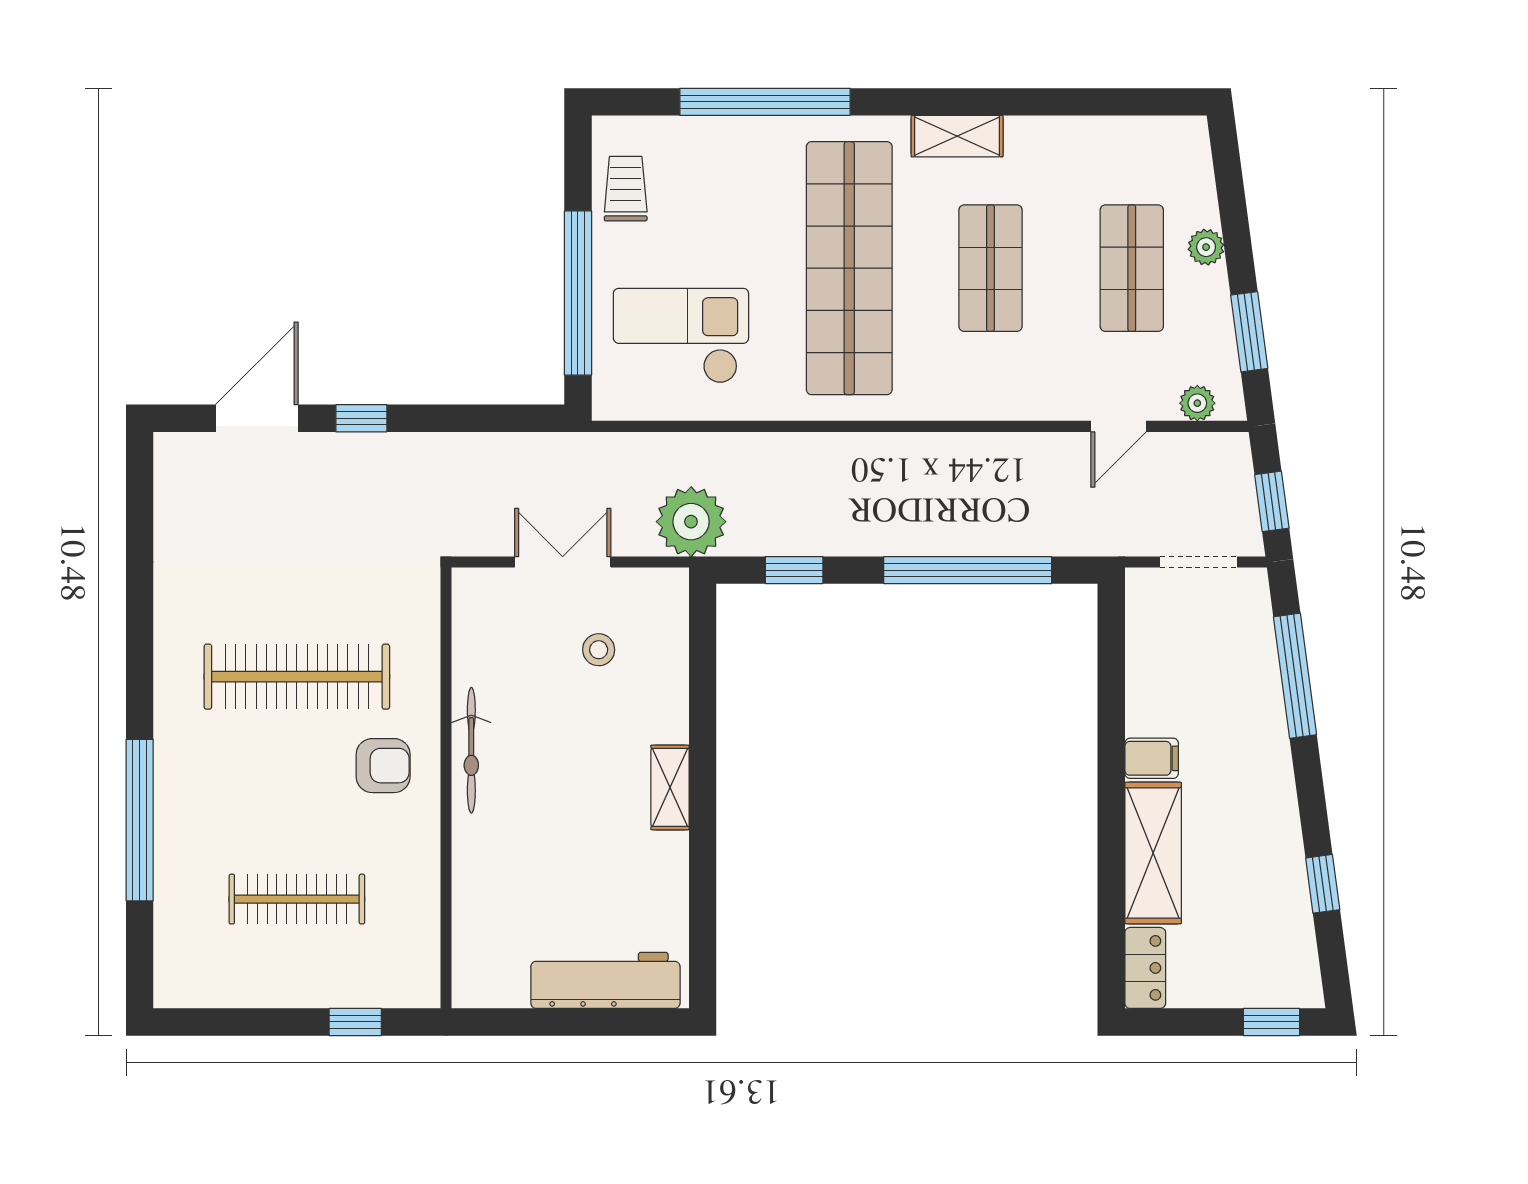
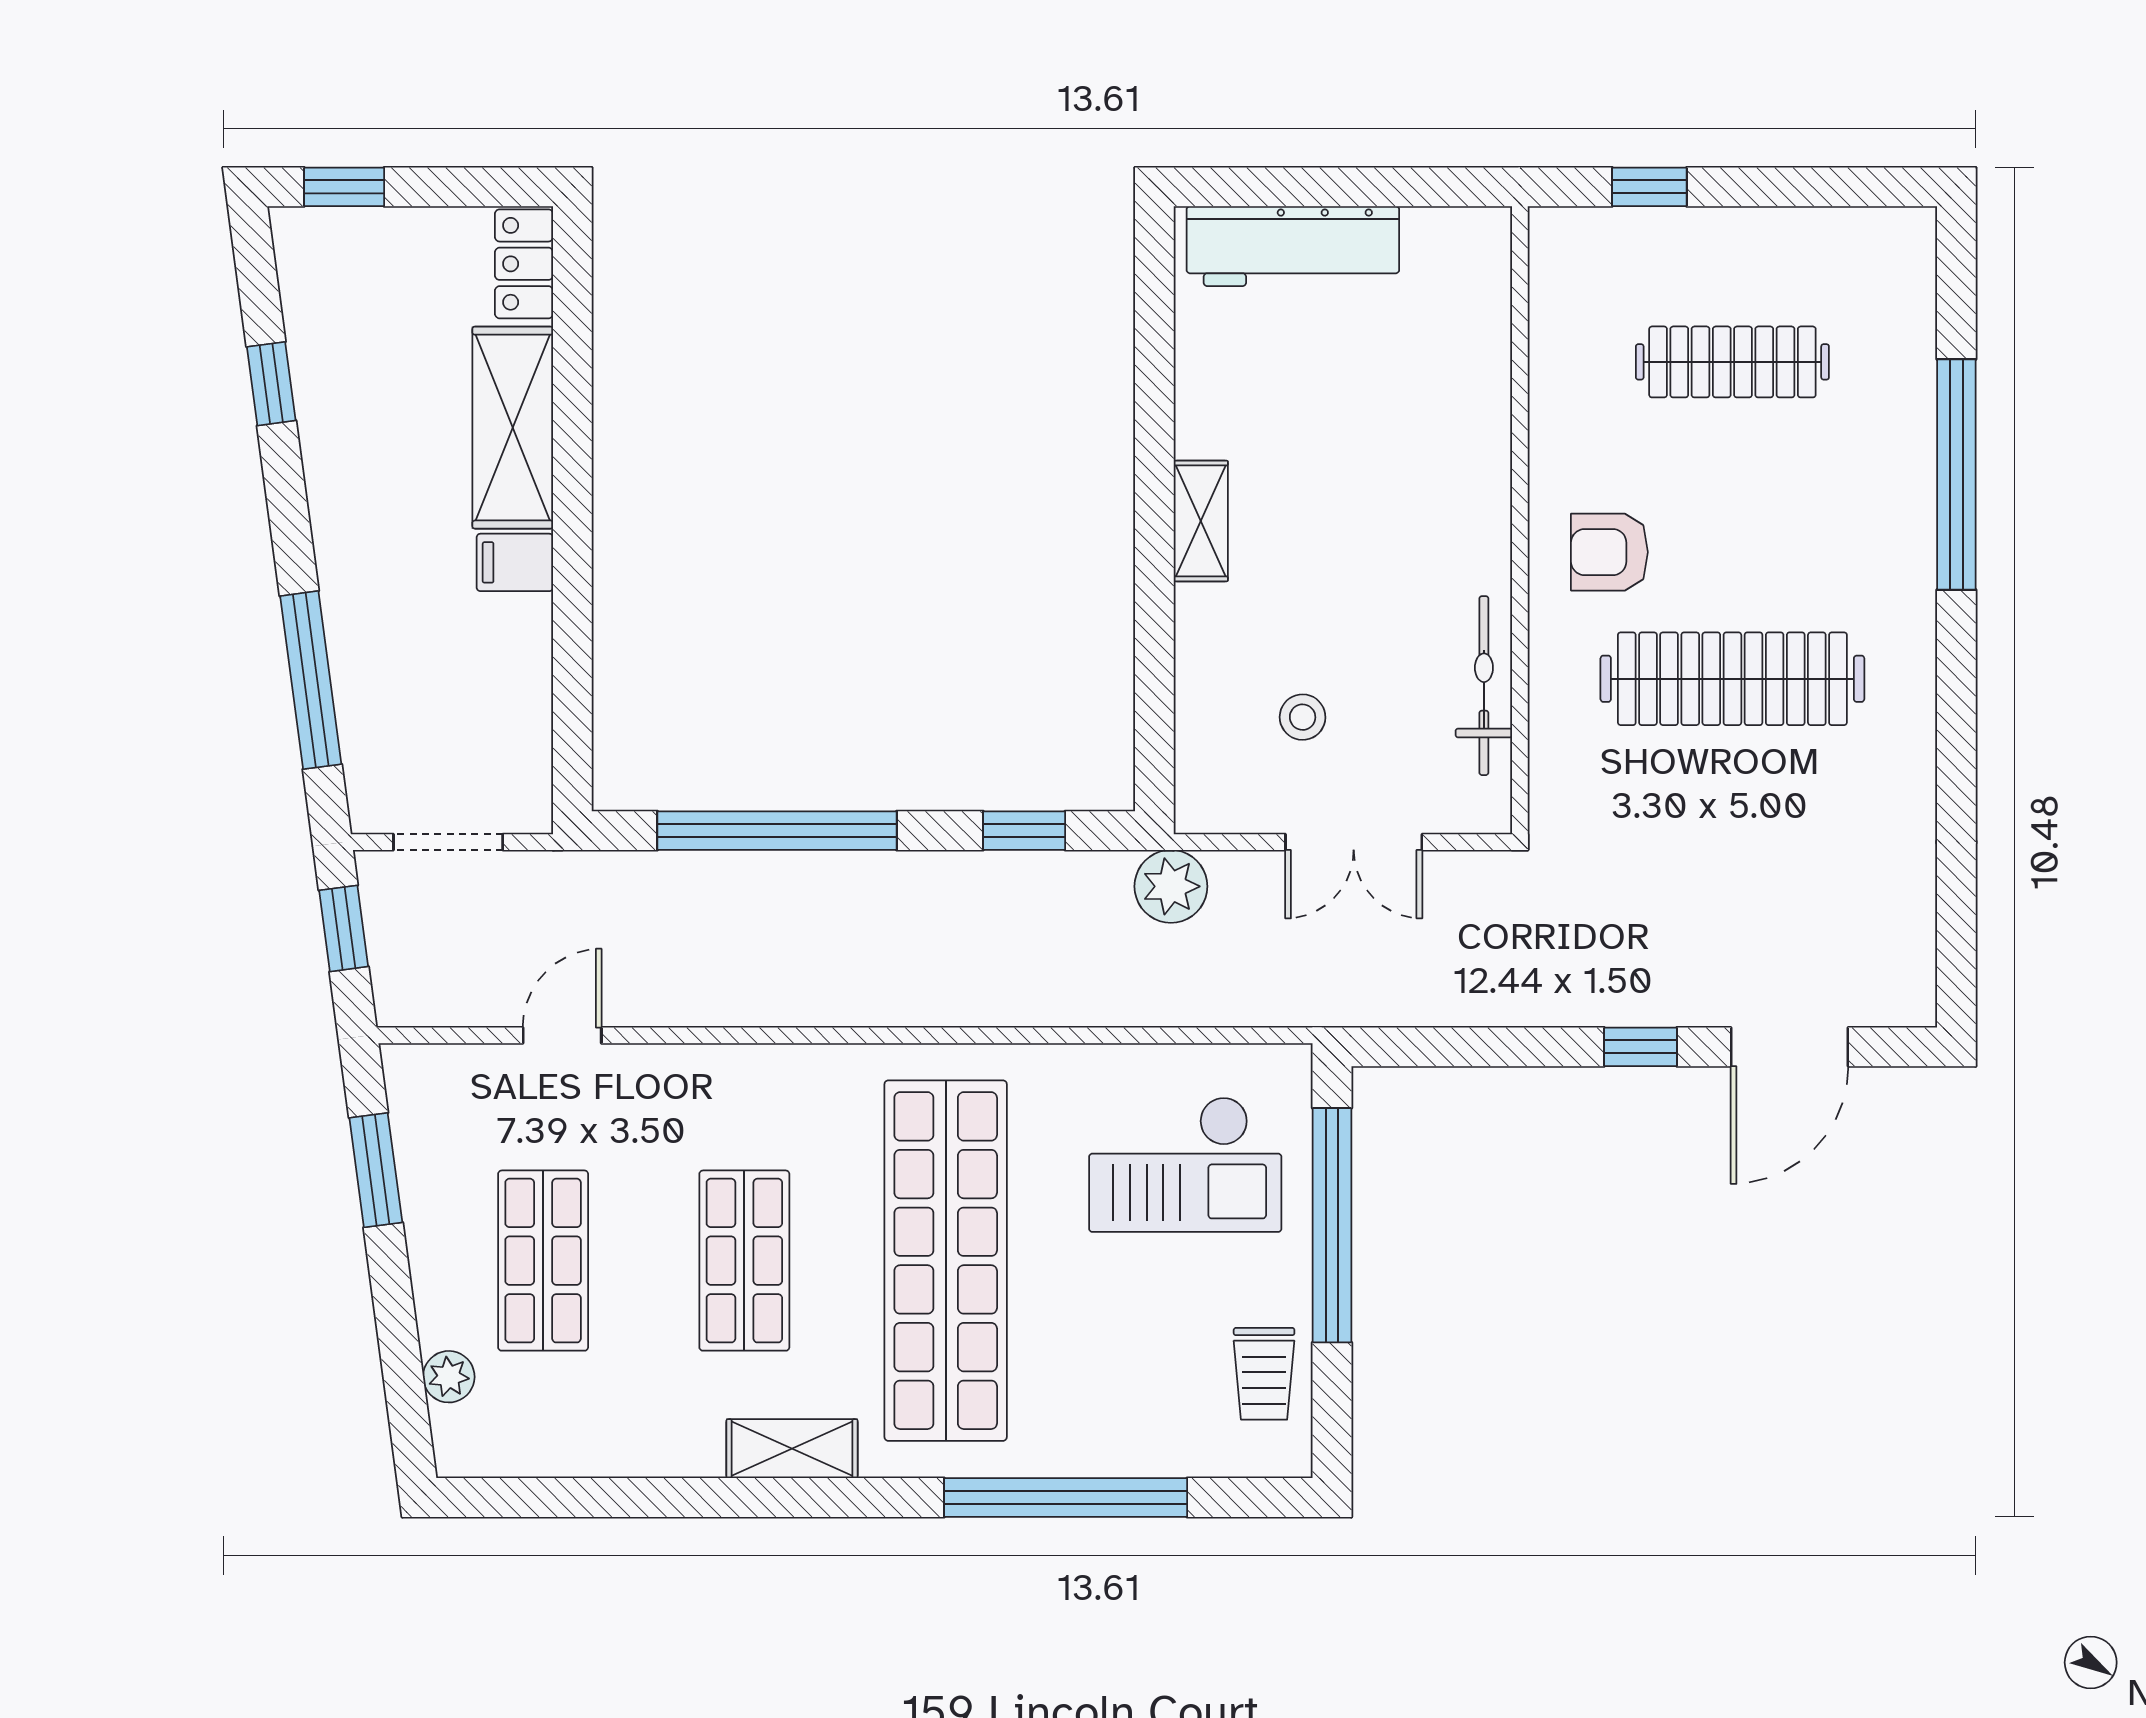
plant: (1206, 247) -> (449, 1377), moved
plant: (1197, 403) -> (450, 1068), removed
plant: (691, 522) -> (1171, 886), width x0.73, depth x0.73
bicycle: (471, 750) -> (1484, 686), moved

